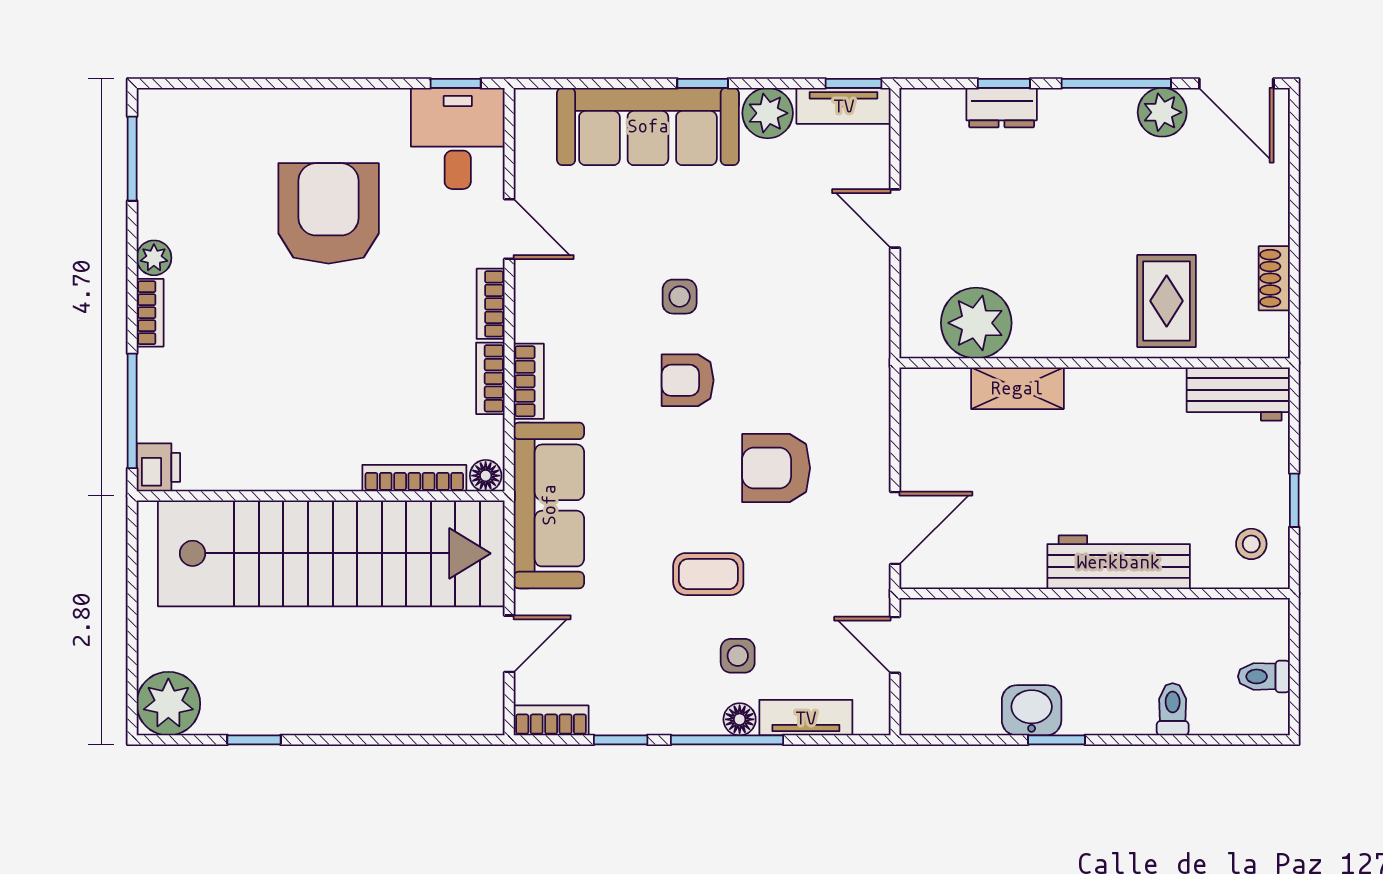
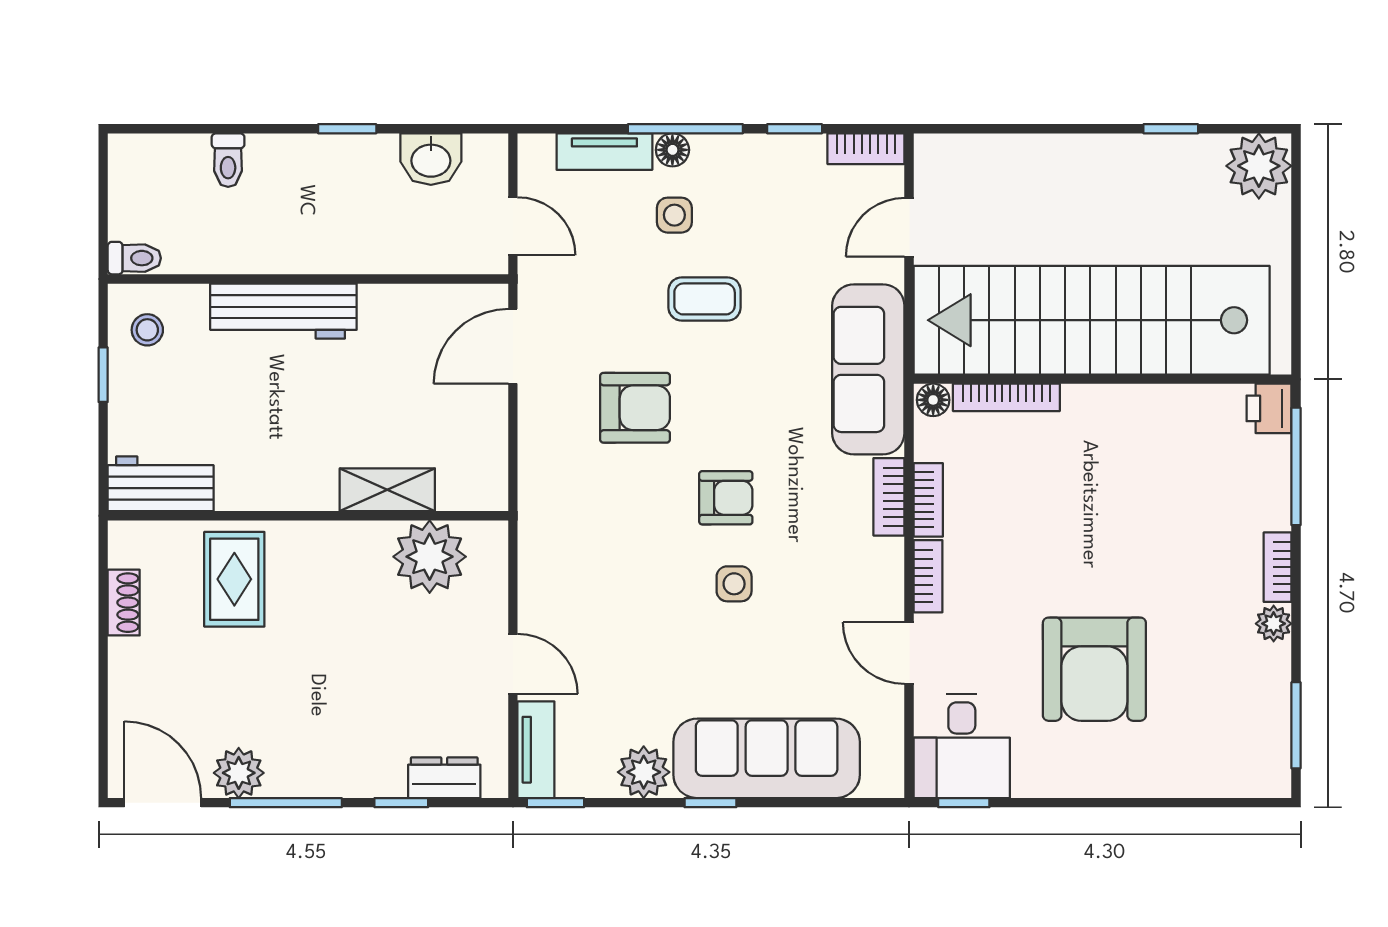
tv unit: (844, 106) -> (536, 750), moved, turned 90
dresser: (1002, 108) -> (444, 778), moved
toilet: (1264, 676) -> (134, 258), moved
washbasin: (1032, 710) -> (431, 159), moved

